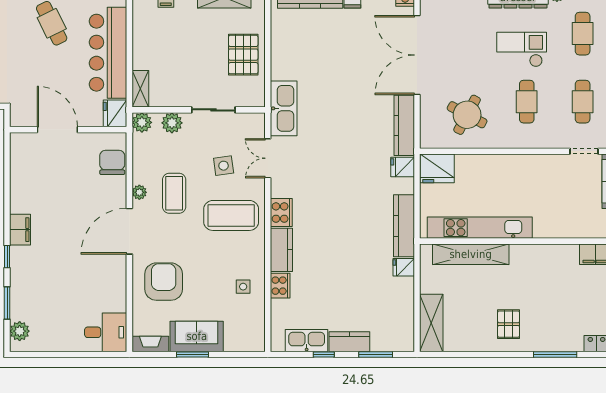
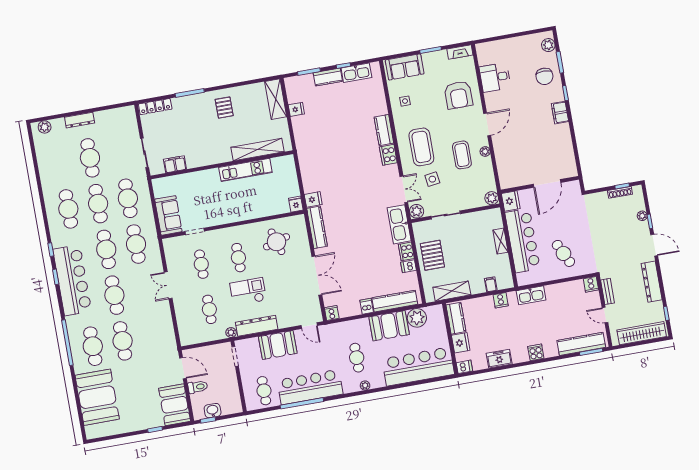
dishwasher: (281, 45) -> (409, 266), added
checkout: (522, 49) -> (248, 292), turned 180
double door: (417, 55) -> (317, 276), width x0.73
shelving: (140, 89) -> (500, 241), moved
round table: (467, 115) -> (277, 242), turned 45
plant: (172, 123) -> (417, 211), moved
door: (57, 130) -> (547, 183), hinge flipped
chair: (112, 162) -> (544, 76), moved
fridge: (437, 168) -> (296, 204), width x0.53, depth x0.75
coffee table: (231, 215) -> (421, 147), turned 90
kitchen counter: (404, 226) -> (305, 161), removed
kitchen unit: (480, 228) -> (245, 170), width x0.73
door: (129, 231) -> (487, 124), width x0.73
fridge: (404, 267) -> (296, 109), moved
cooker: (280, 286) -> (406, 251), moved
desk: (106, 332) -> (495, 77), moved
sofa: (197, 336) -> (405, 67), moved

